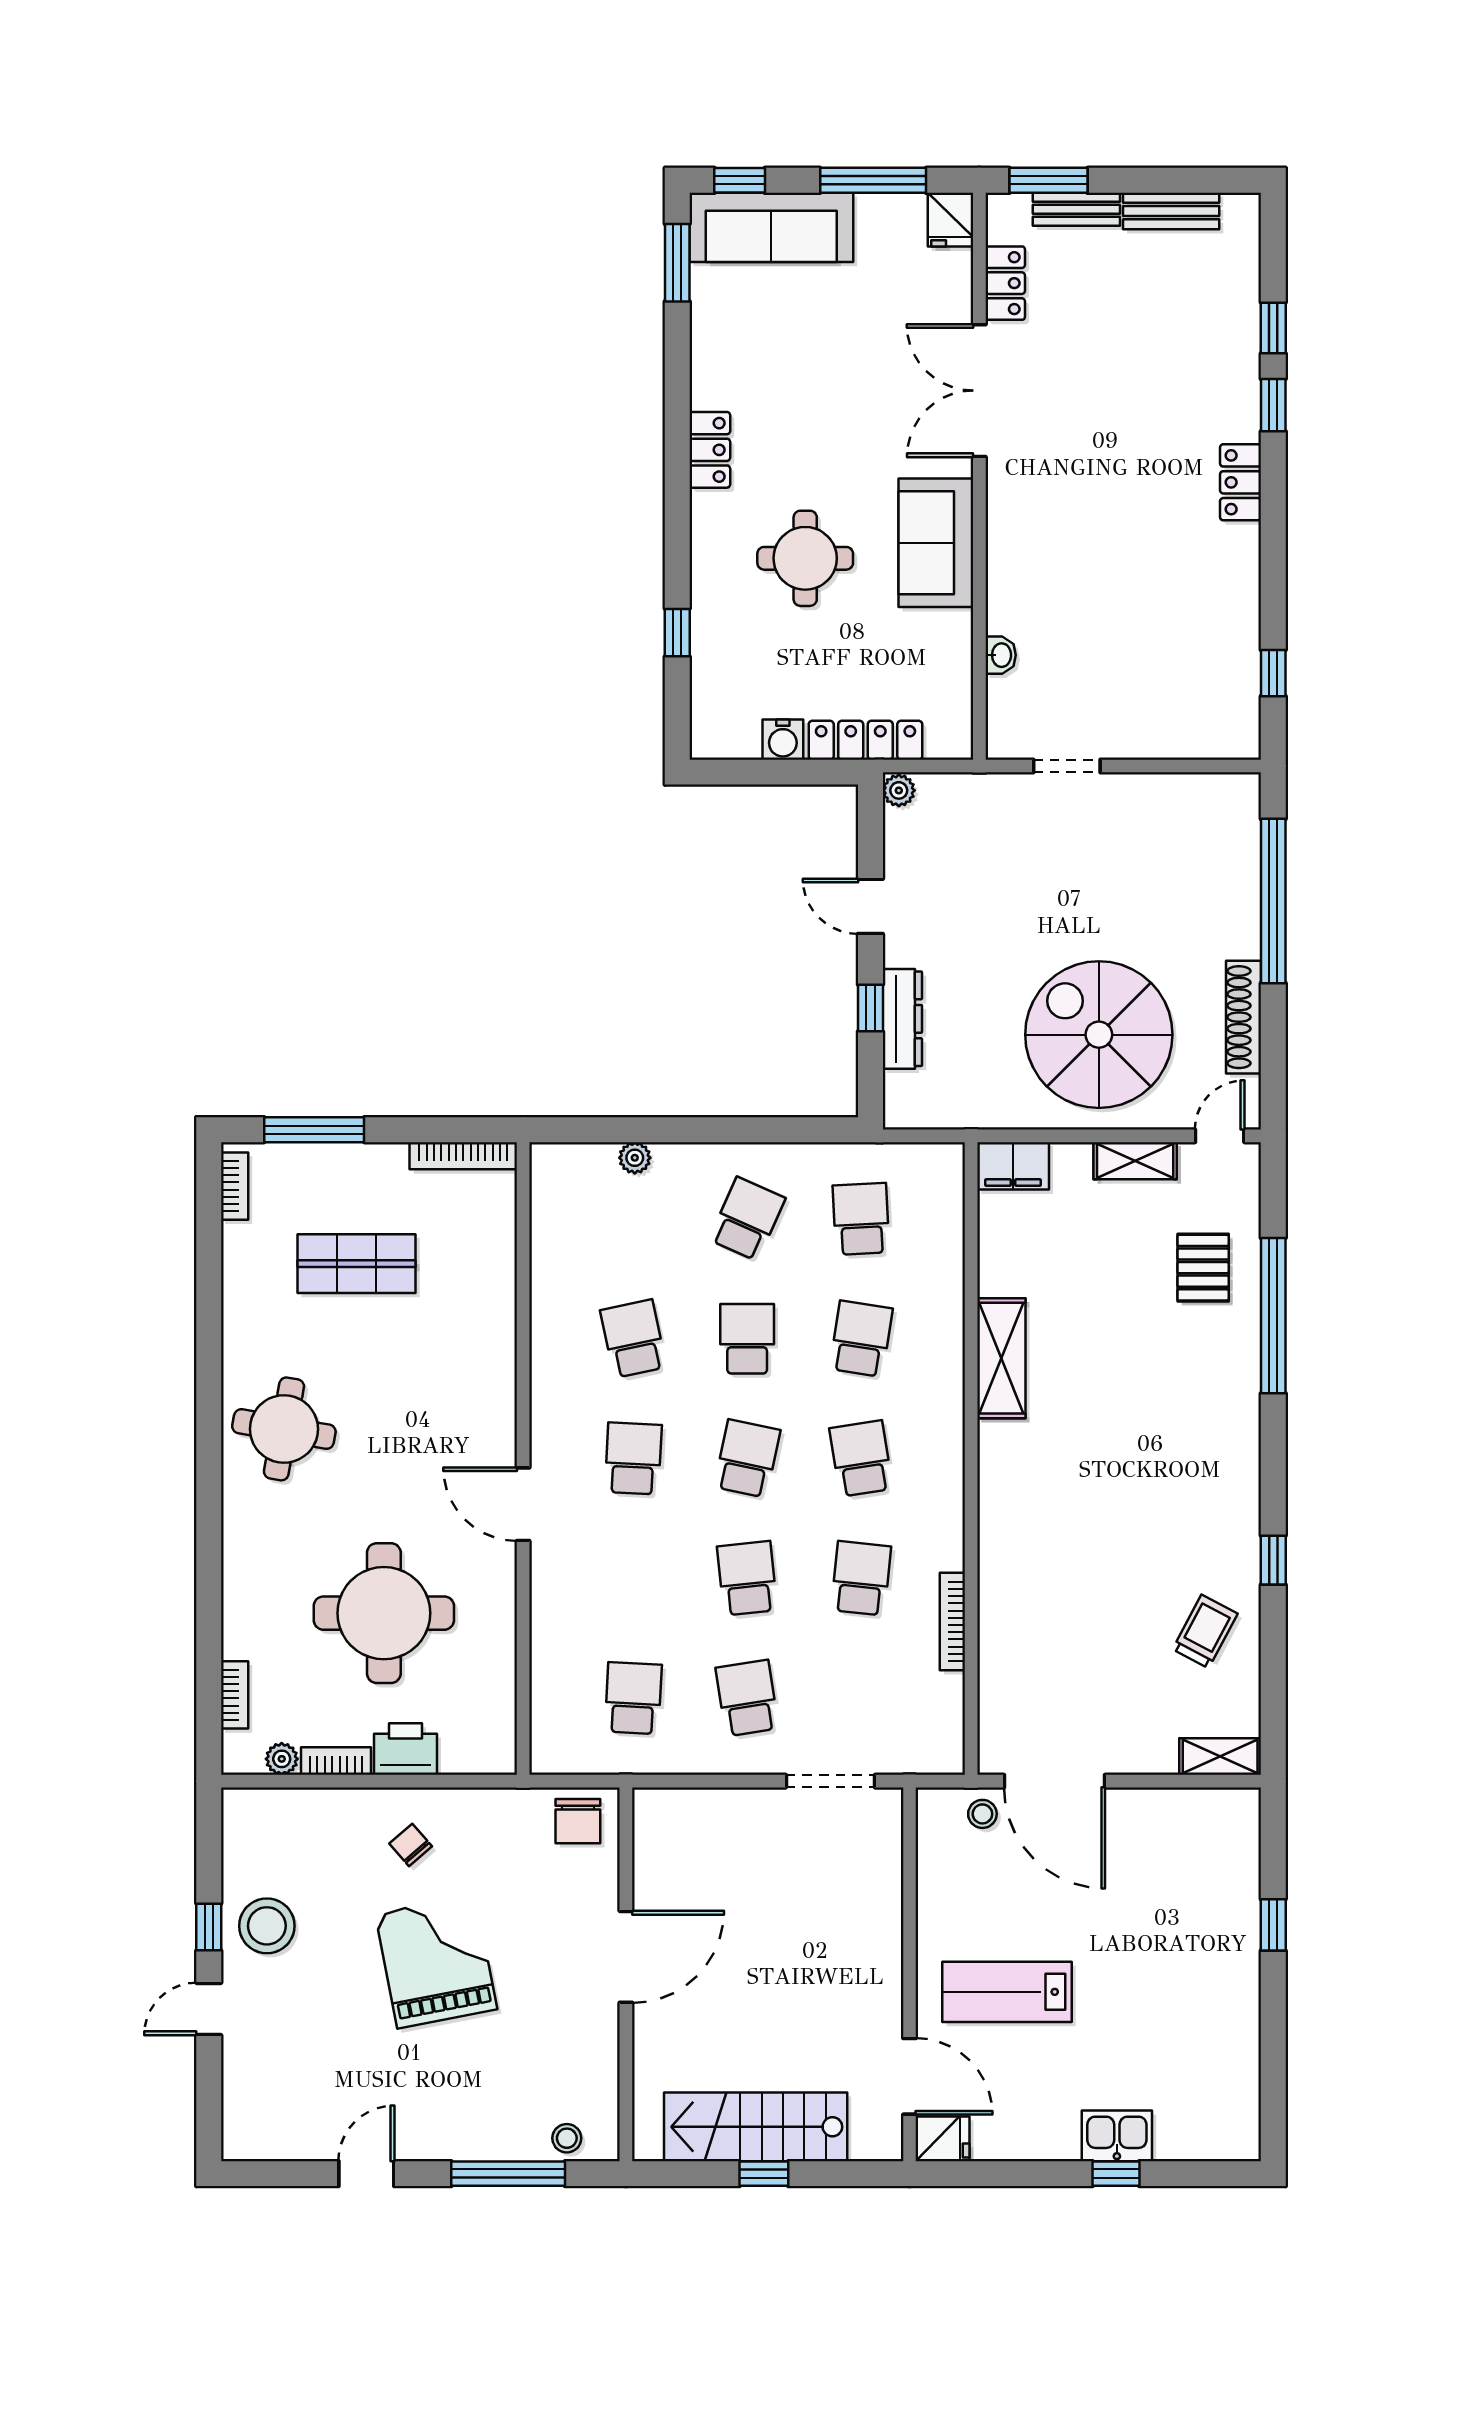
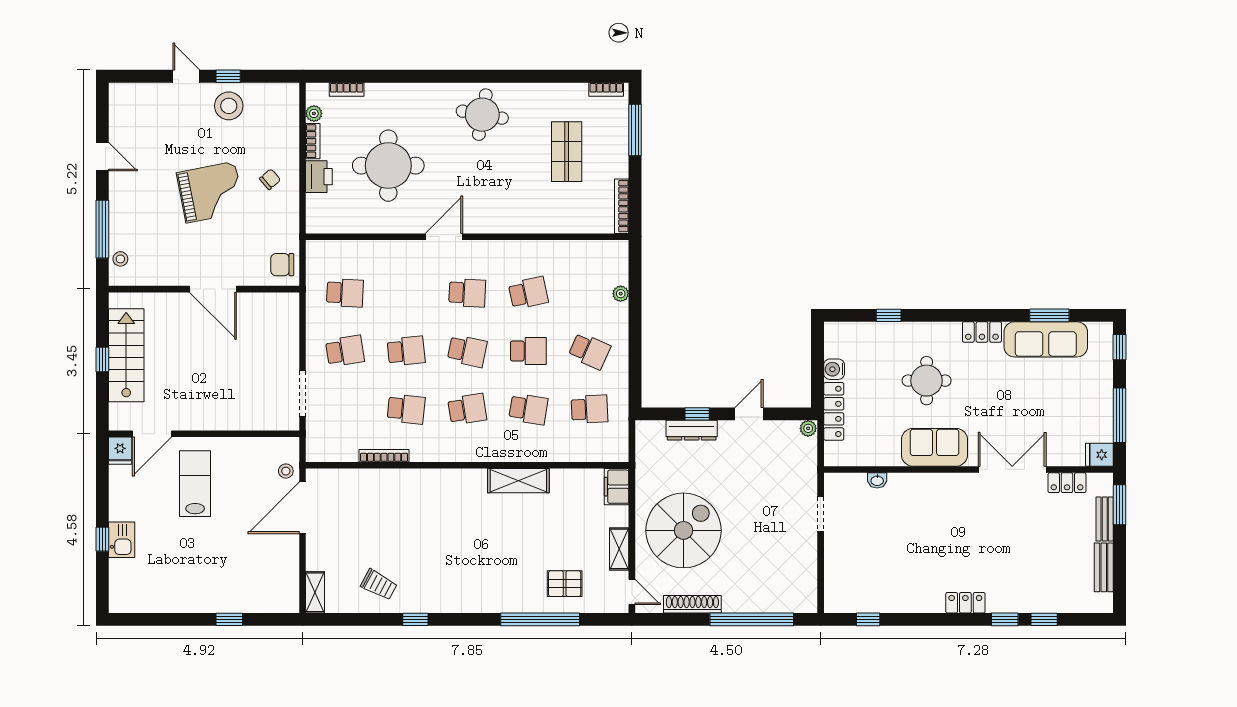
sofa: (771, 227) -> (1046, 339), moved, turned -90
window: (677, 263) -> (1049, 315), moved

